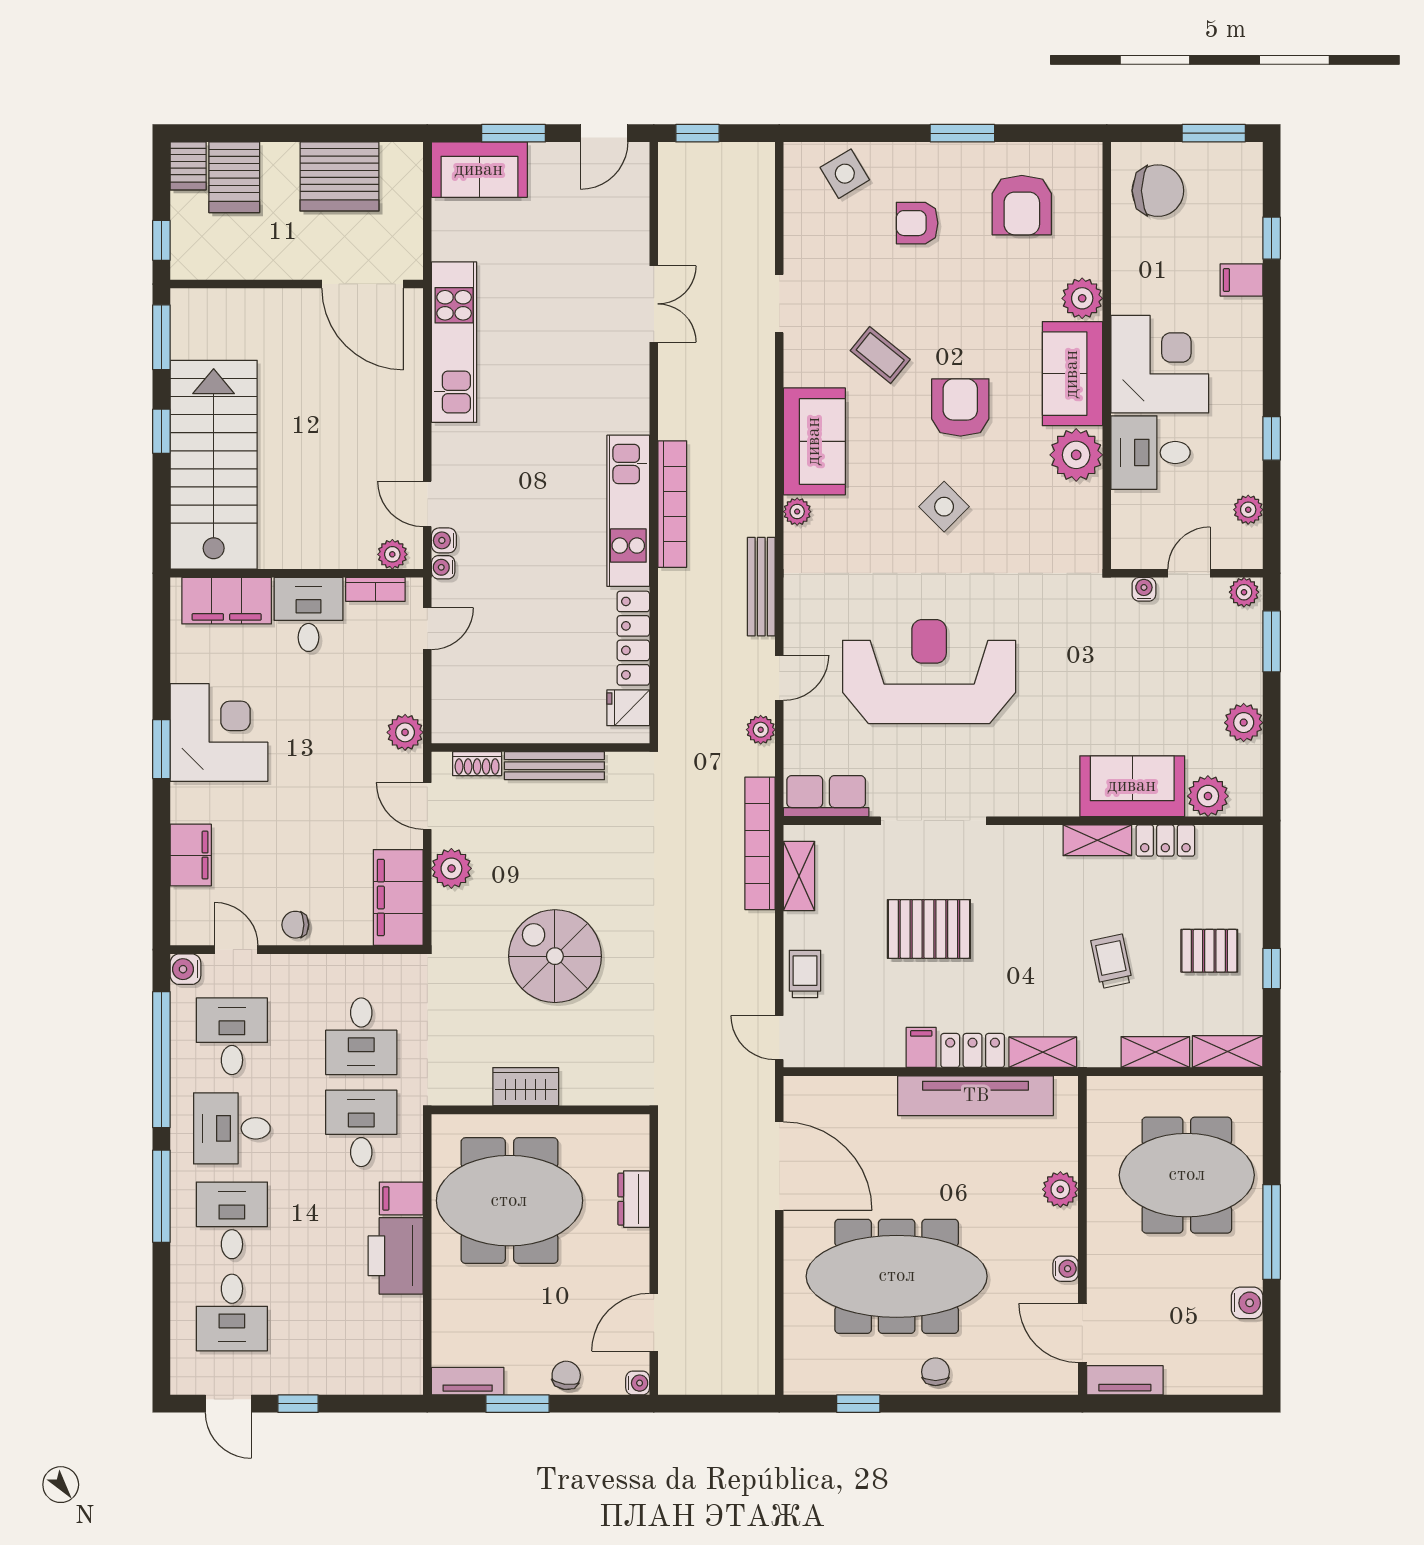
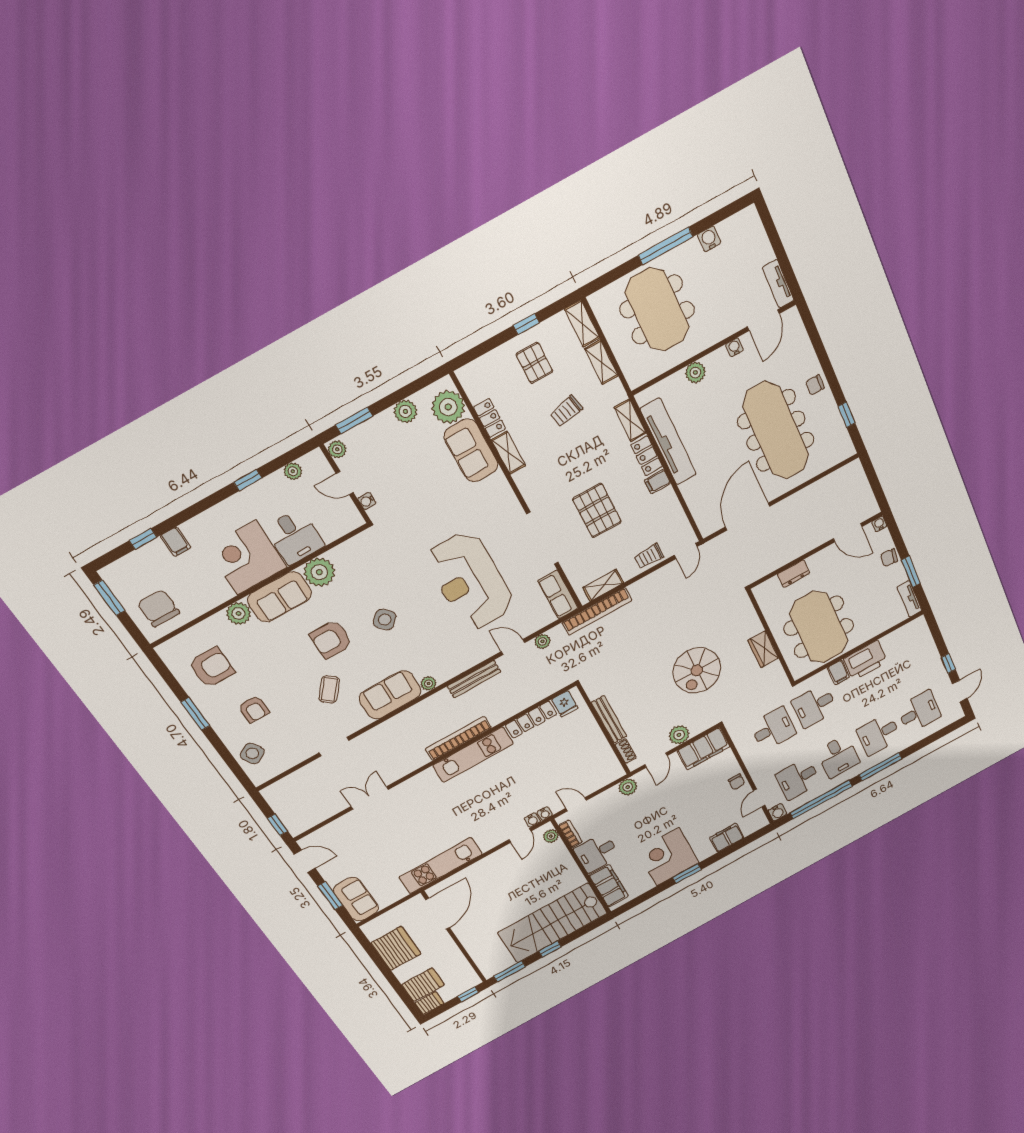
plant: (1208, 796) -> (448, 407), width x1.36, depth x1.36

